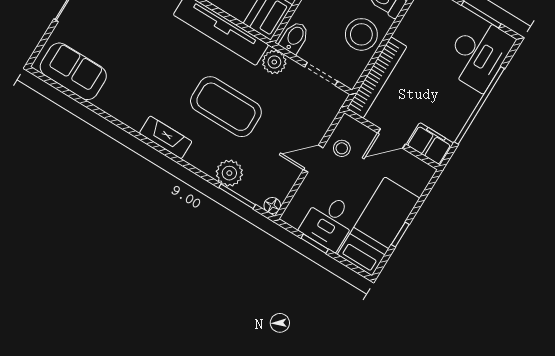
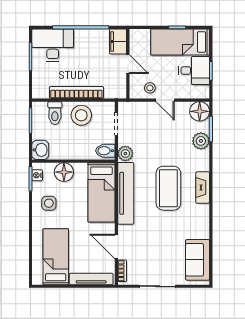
bookcase: (377, 77) -> (76, 92), moved
coffee table: (226, 107) -> (168, 188), moved
floor lamp: (272, 205) -> (200, 111), width x1.89, depth x1.89

